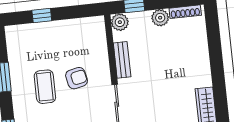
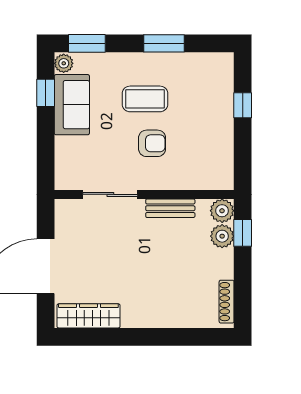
plant: (160, 18) -> (222, 236), moved
armchair: (77, 78) -> (152, 143), turned -78

